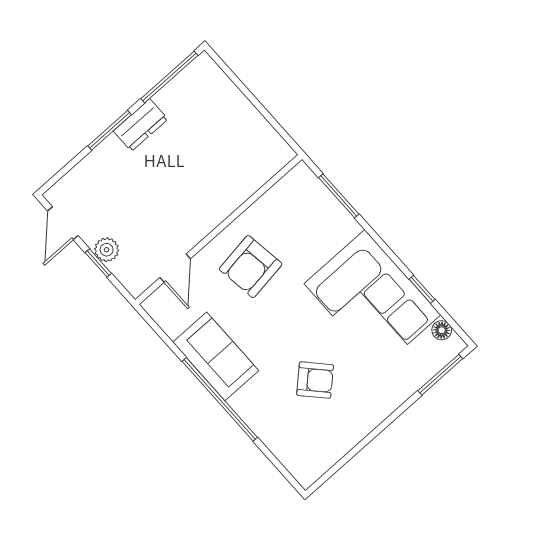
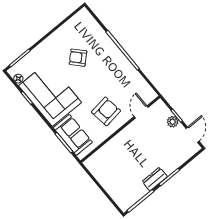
sofa: (216, 356) -> (73, 135), moved, turned 180

